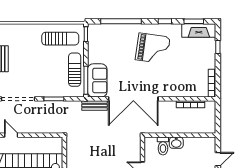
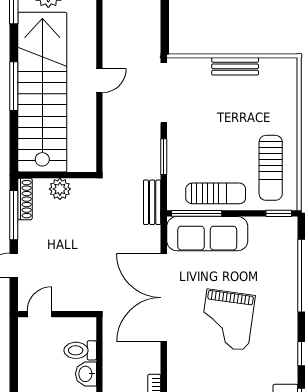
grand piano: (153, 48) -> (227, 320), moved
sofa: (97, 80) -> (207, 234), width x1.36
bench: (95, 105) -> (152, 202), moved
plant: (72, 157) -> (60, 189), added

